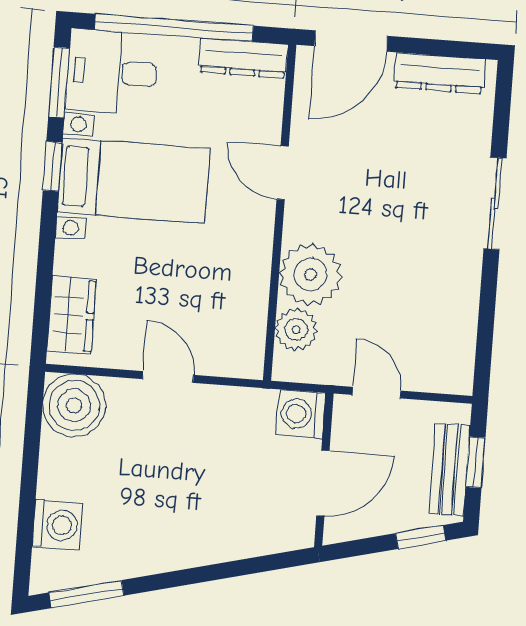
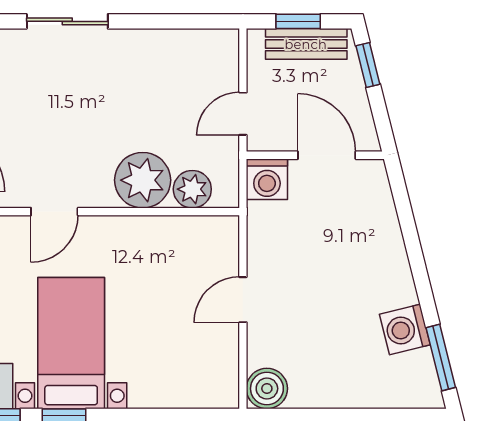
wardrobe: (72, 315) -> (194, 389), removed
boiler: (74, 405) -> (267, 389), width x0.73, depth x0.73
washing machine: (57, 525) -> (405, 329), moved, turned -104

